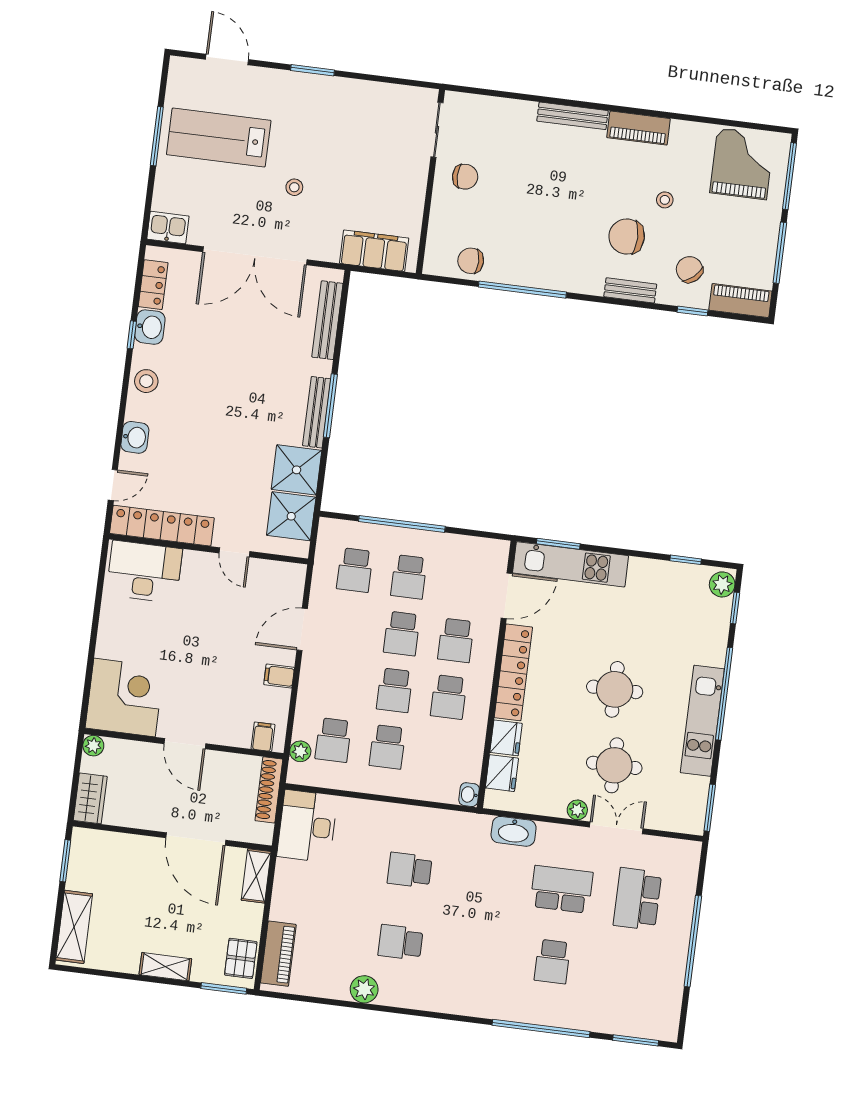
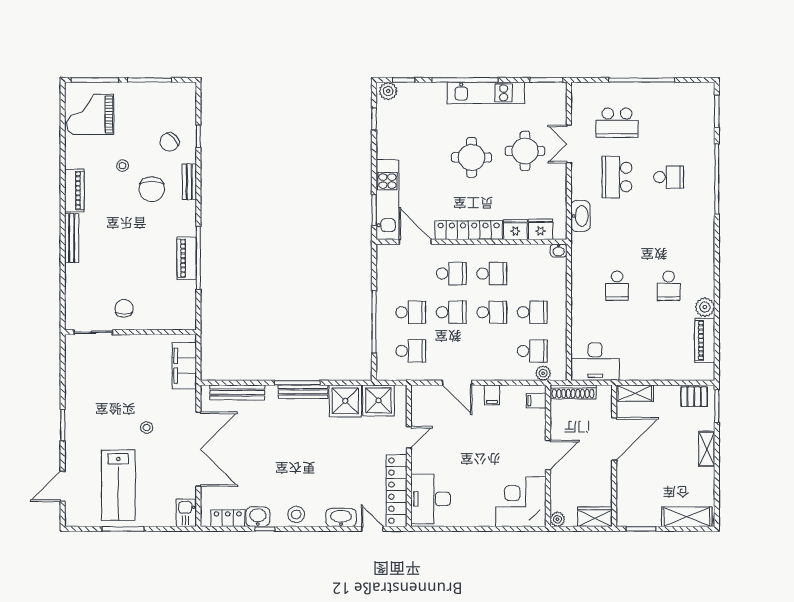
chair: (471, 261) -> (183, 297), removed
piano: (740, 301) -> (187, 258), moved
washbasin: (135, 437) -> (341, 518), width x1.38
plant: (577, 810) -> (560, 173), removed
piano: (278, 954) -> (705, 340), moved, turned -90

